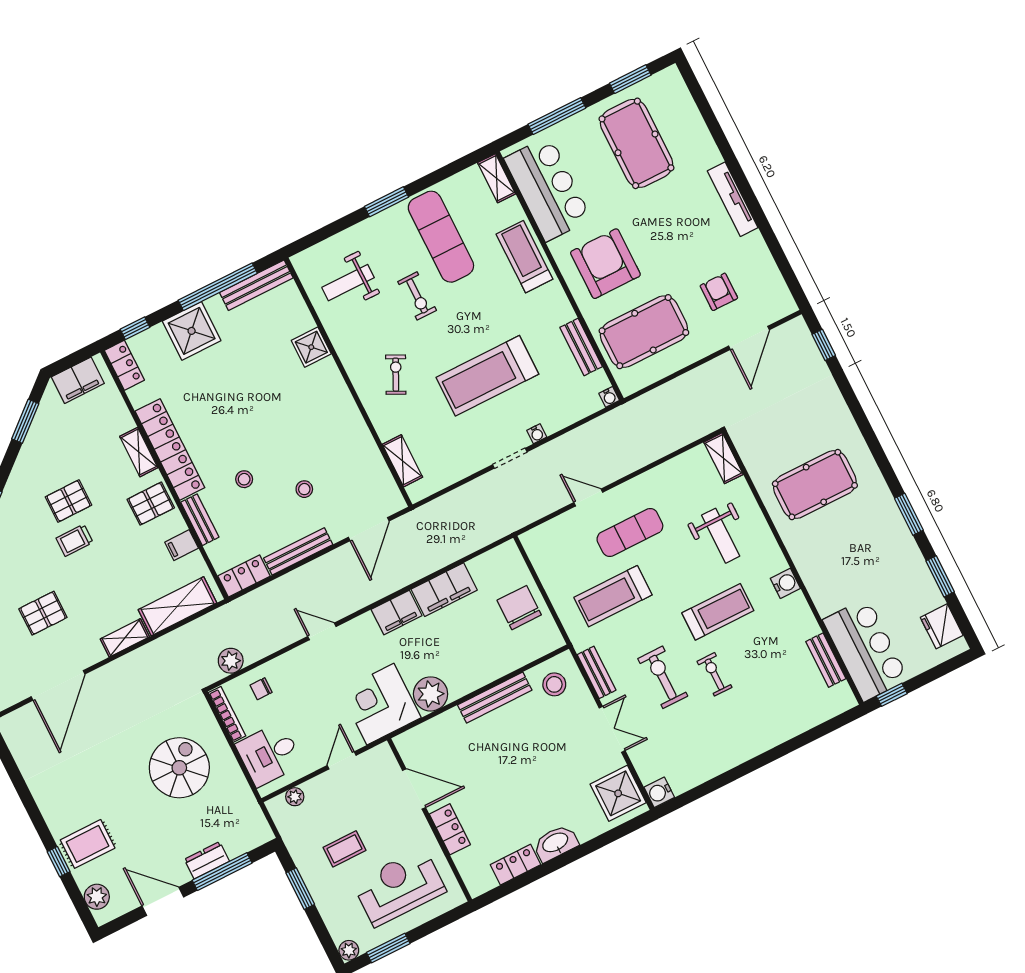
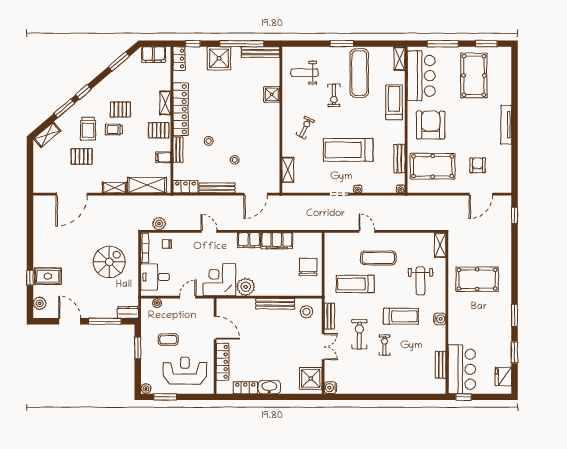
trolley: (30, 561) -> (88, 129), added
locker: (450, 829) -> (223, 362), width x1.53
dresser: (207, 860) -> (128, 312), moved

